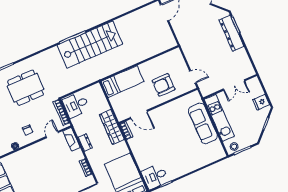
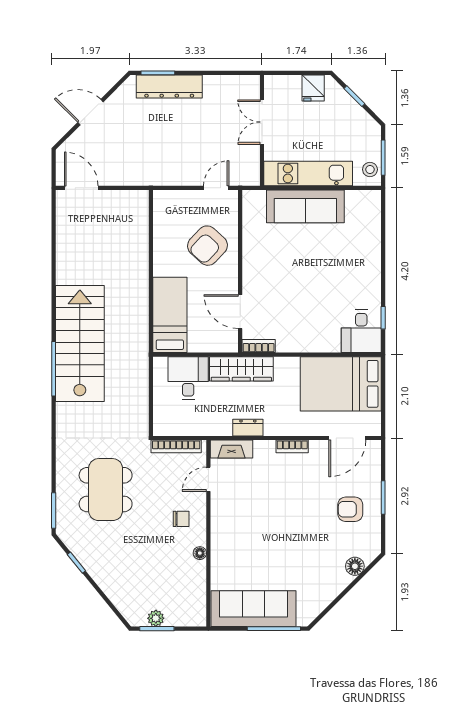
armchair: (164, 85) -> (207, 246), turned 43
double door: (234, 85) -> (262, 122), swing flipped
desk: (76, 105) -> (188, 378), moved, turned 180
door: (139, 114) -> (240, 312), swing flipped
door: (52, 135) -> (208, 479), hinge flipped

